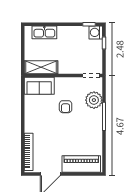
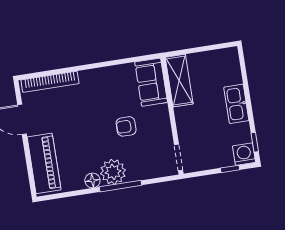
kitchen sink: (44, 32) -> (236, 104), moved
plant: (94, 100) -> (113, 172), moved
floor lamp: (97, 134) -> (92, 180), added

